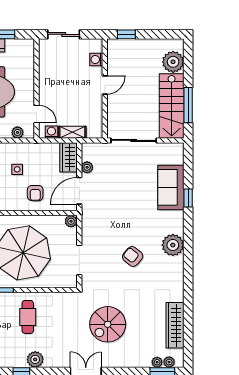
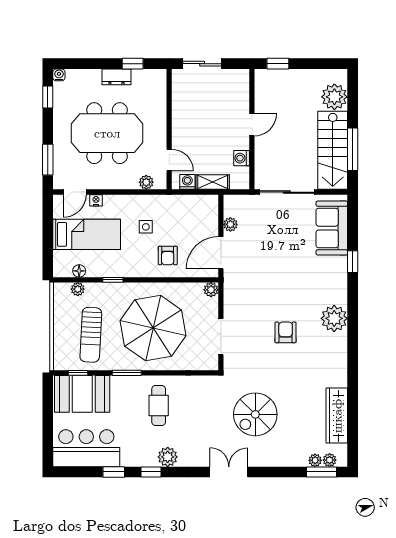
washing machine: (96, 59) -> (242, 158), moved
wardrobe: (68, 157) -> (208, 212), removed
sofa: (171, 187) -> (332, 228), moved
armchair: (133, 256) -> (286, 332), turned 51

